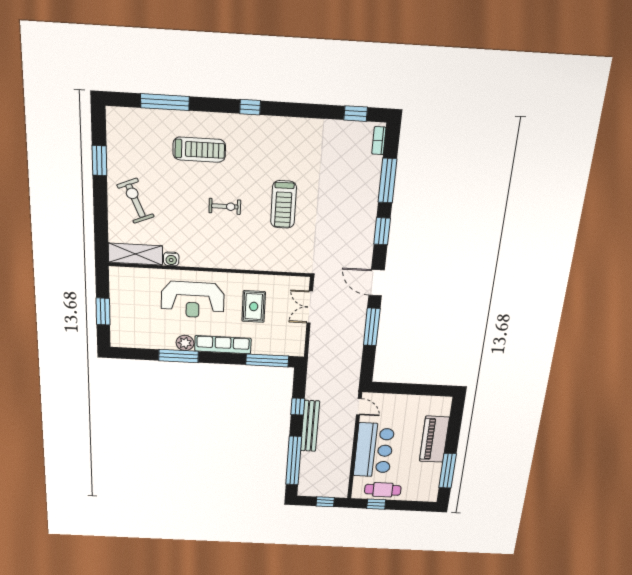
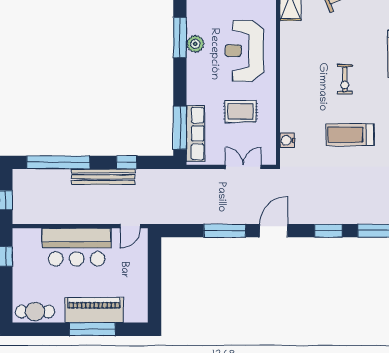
water cooler: (171, 259) -> (287, 140), moved
row of seats: (223, 345) -> (196, 134), moved
window: (448, 471) -> (92, 329), moved
cafe table: (383, 490) -> (35, 311), moved, turned 90

